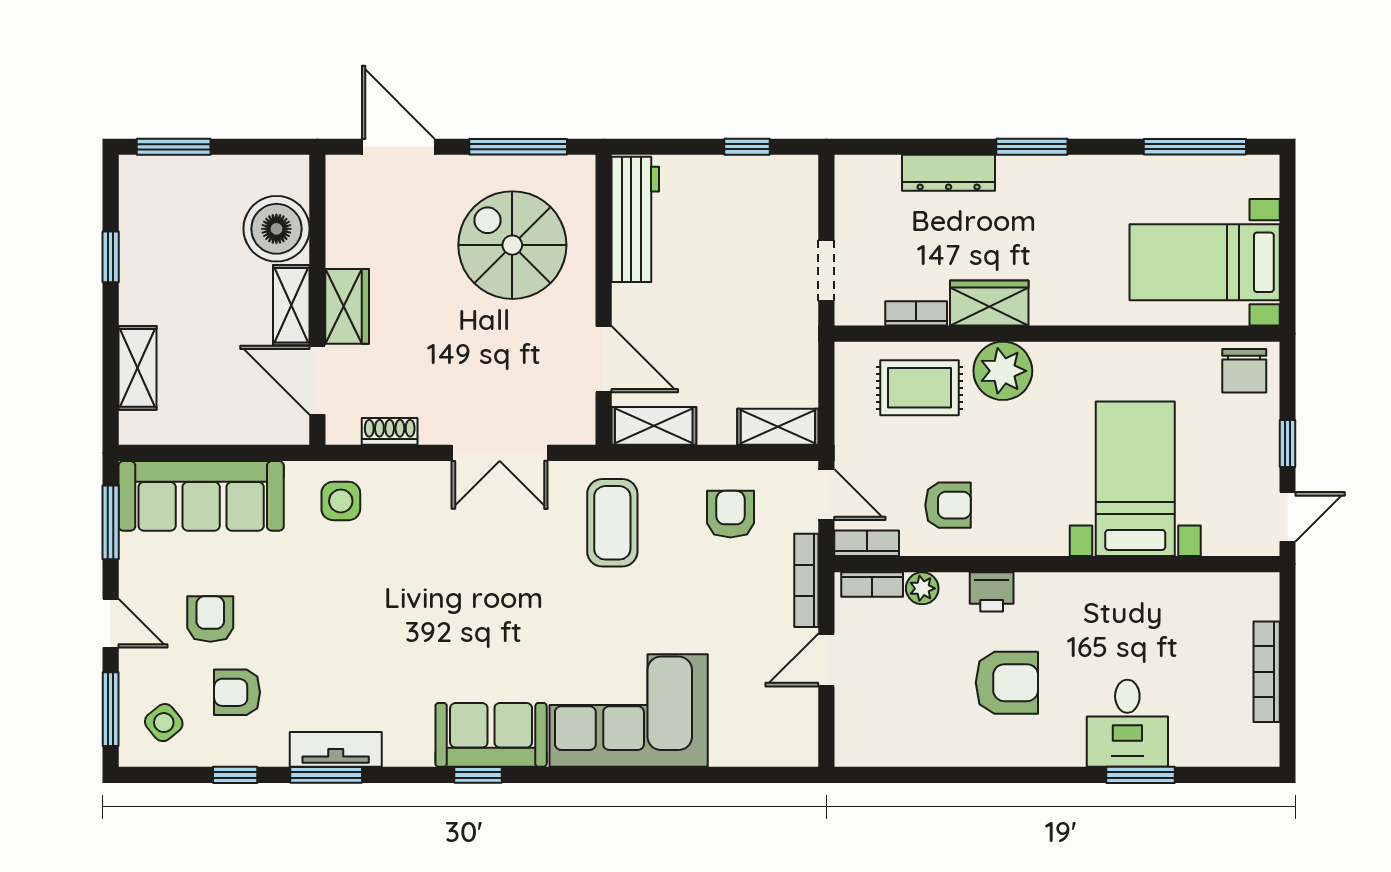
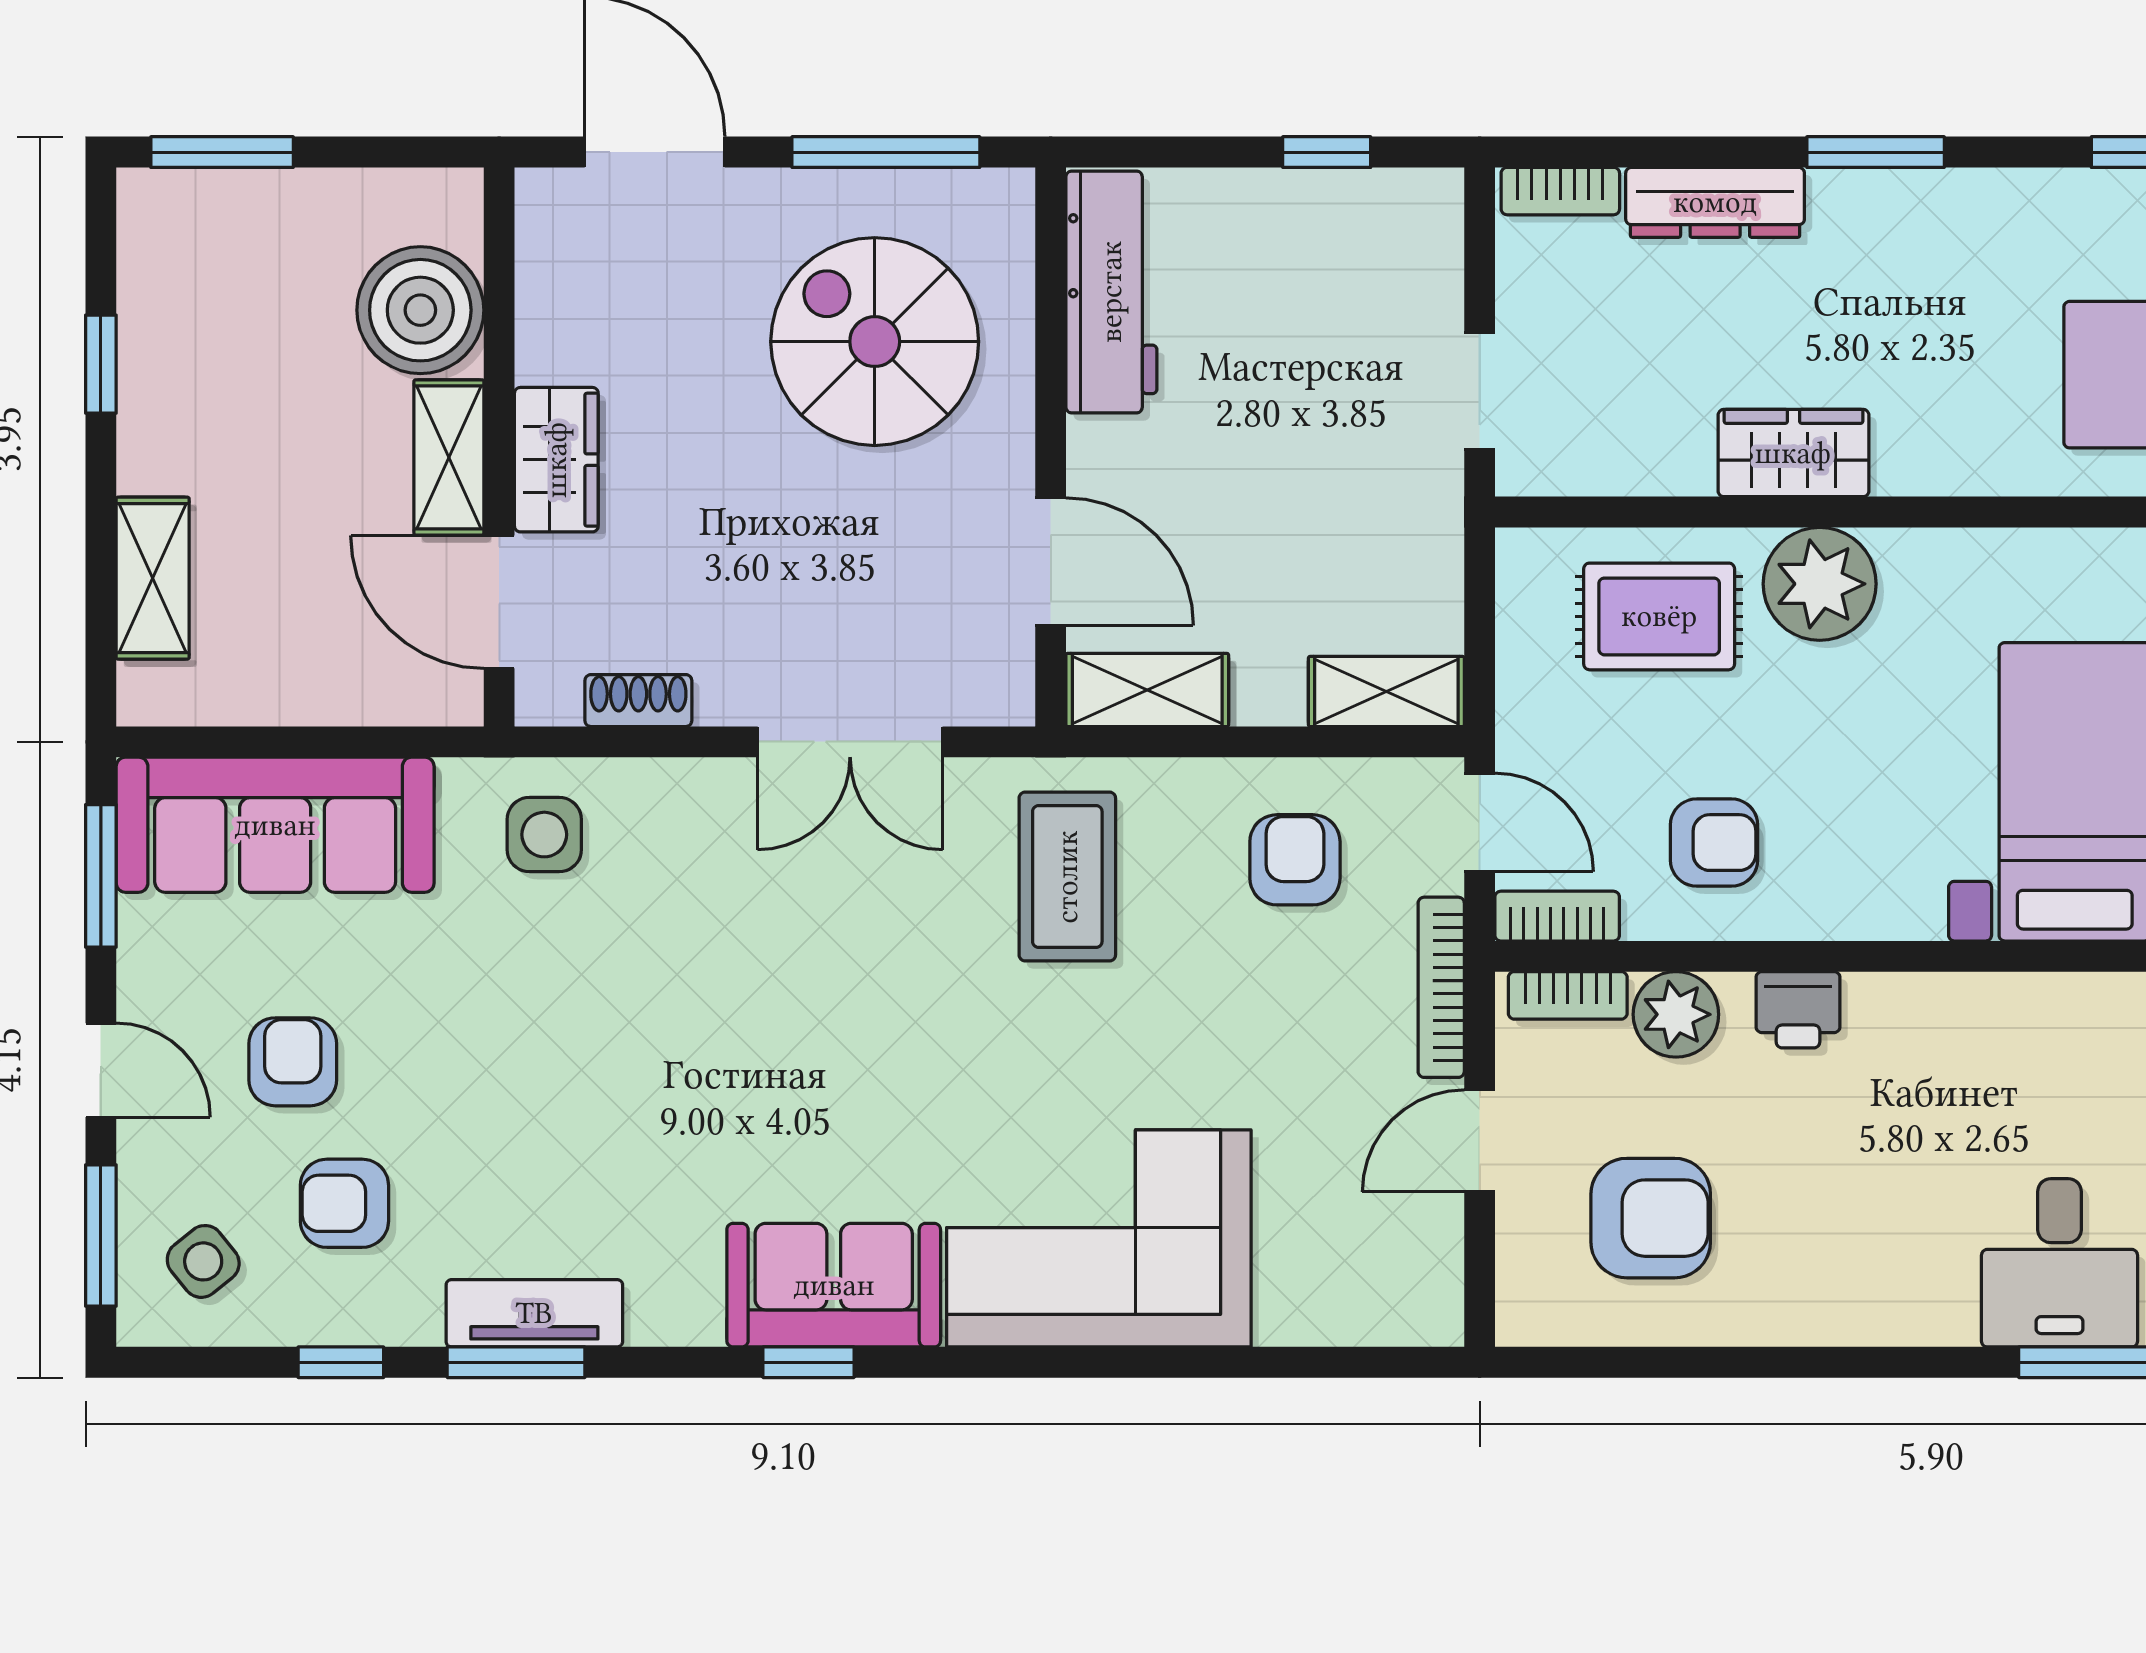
bookcase: (916, 313) -> (1560, 191), moved, turned 180
plant: (922, 588) -> (1676, 1014), width x1.38, depth x1.38
armchair: (1007, 683) -> (1651, 1218), moved

